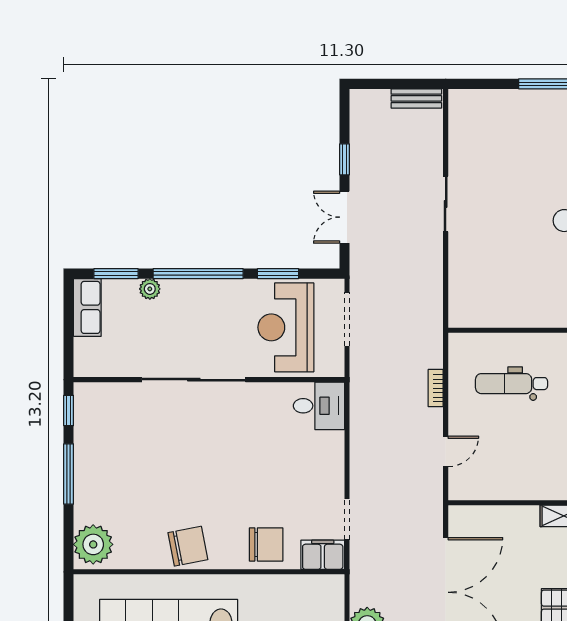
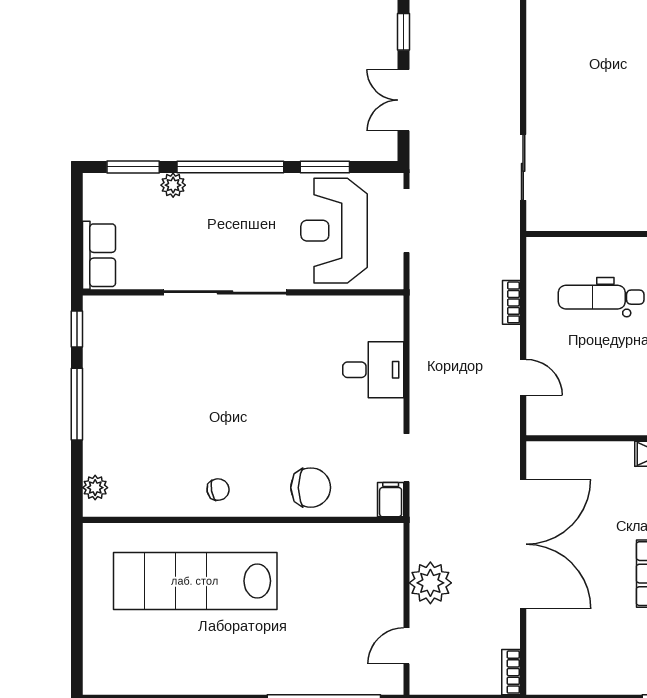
sliding door: (446, 204) -> (523, 167), moved
row of seats: (87, 307) -> (99, 255), moved
desk: (319, 406) -> (373, 370), moved
door: (446, 451) -> (523, 377), hinge flipped
plant: (93, 544) -> (95, 488), width x0.53, depth x0.53
chair: (188, 546) -> (218, 490), width x0.54, depth x0.54
filing cabinet: (323, 555) -> (391, 500), width x0.50

